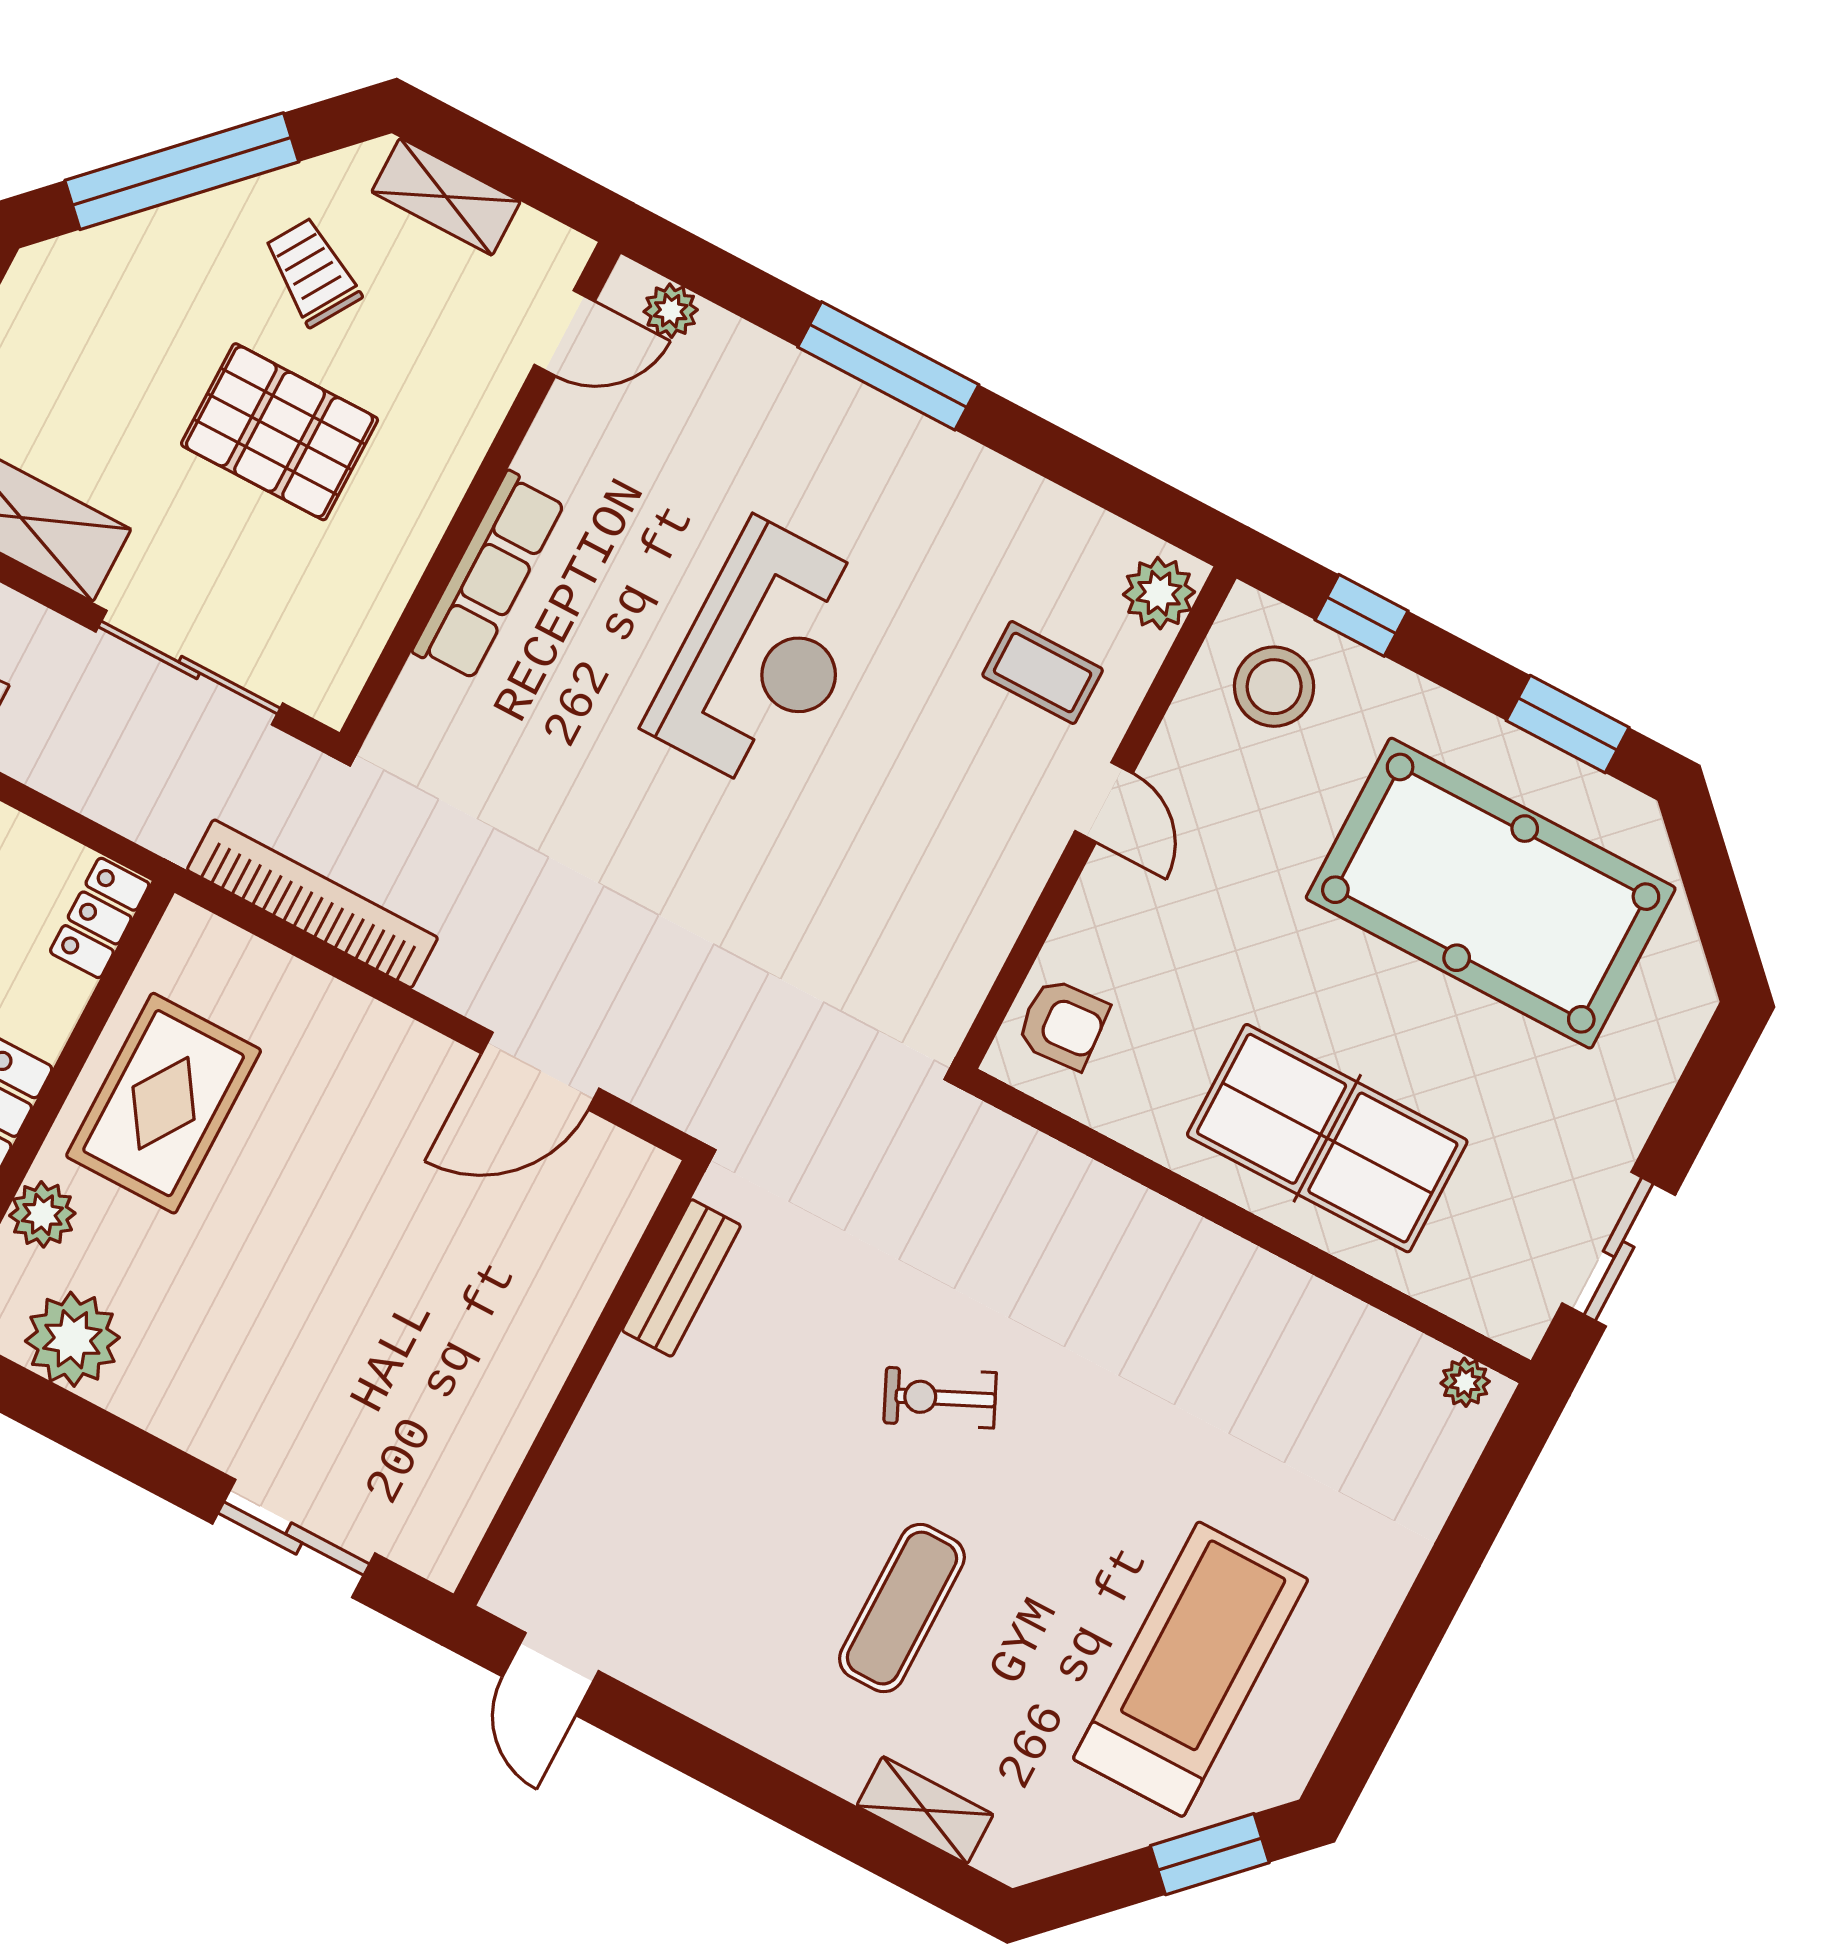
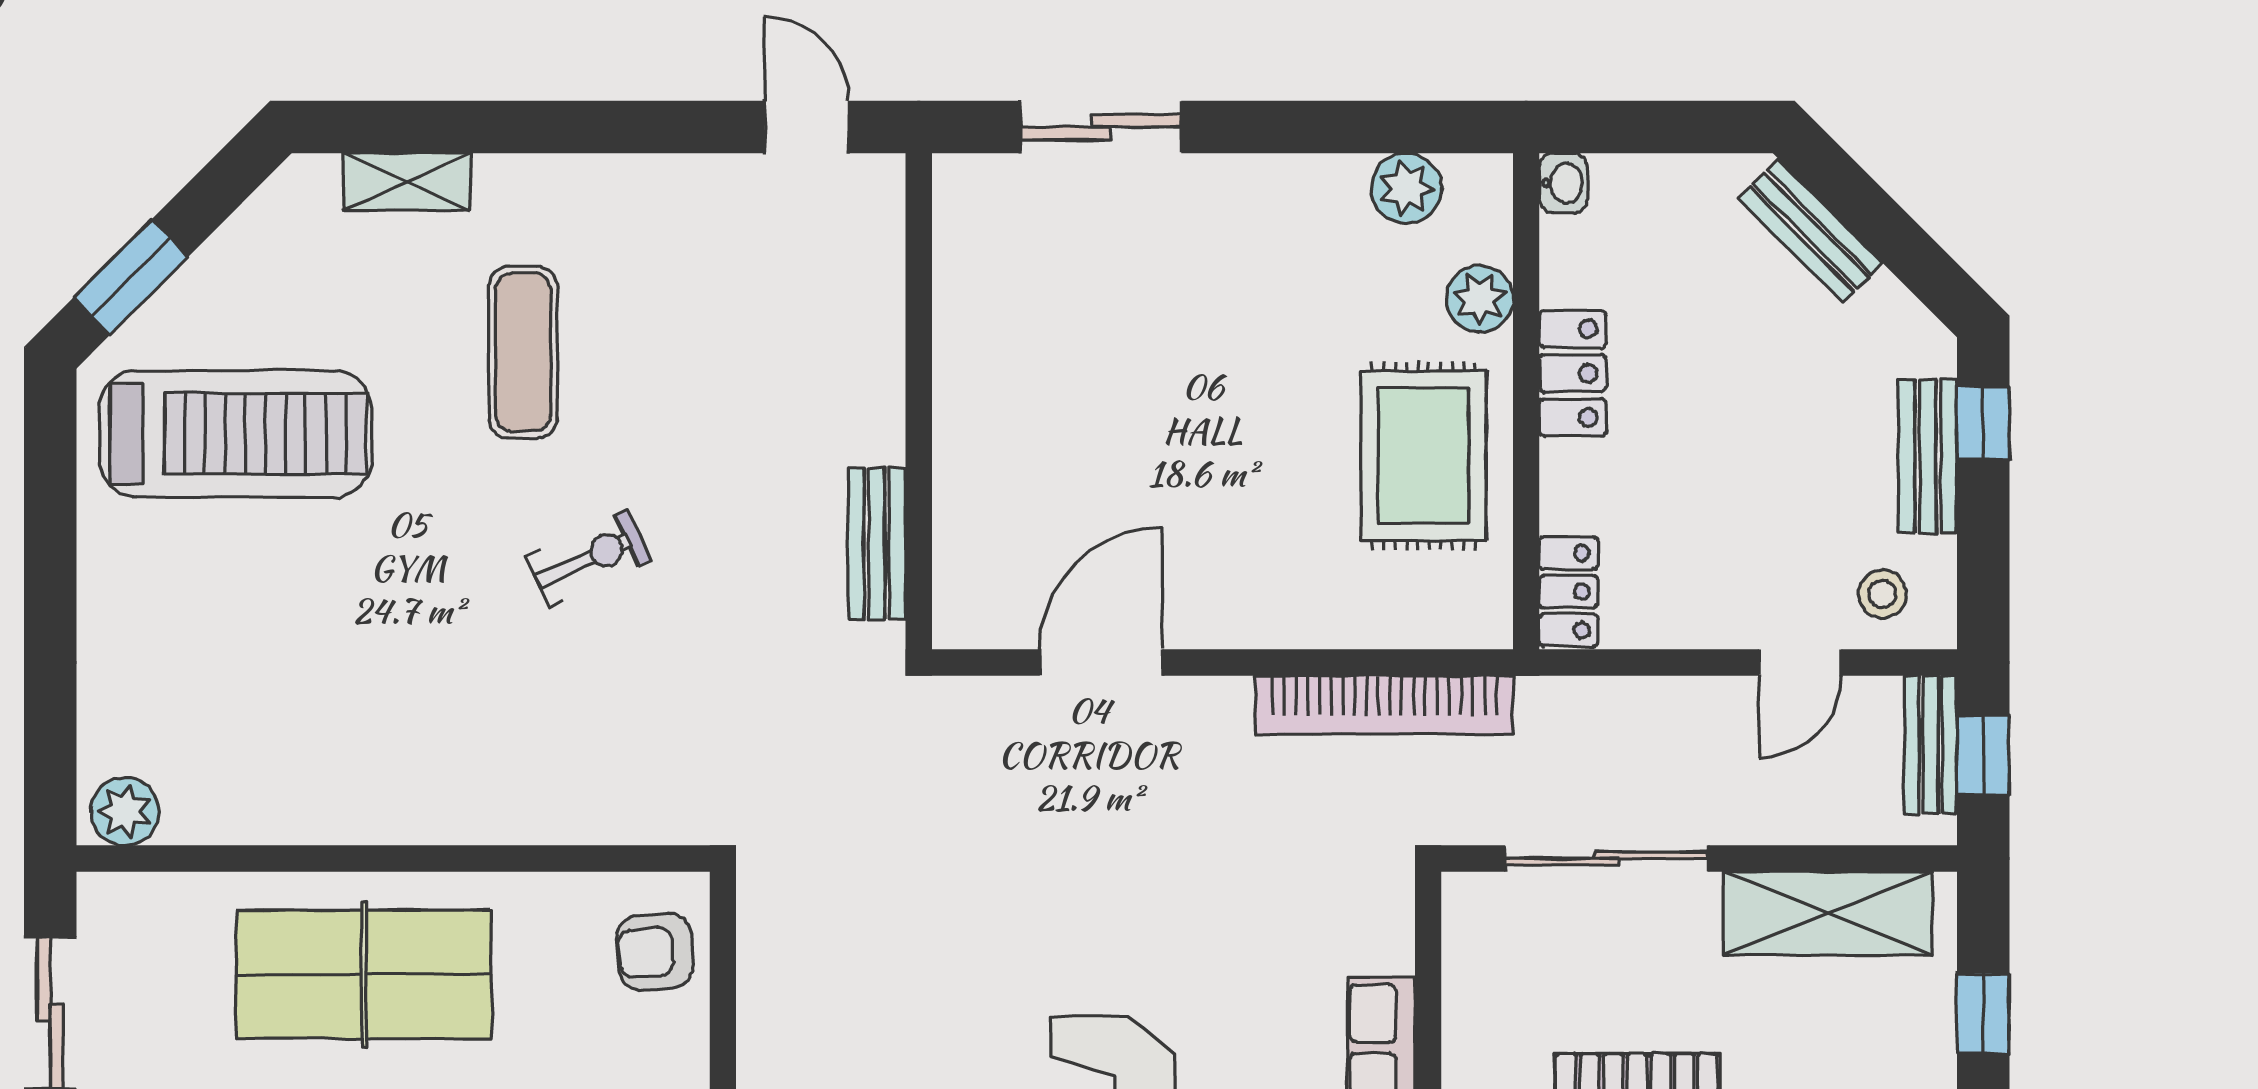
plant: (72, 1339) -> (1406, 188), width x0.73, depth x0.73
plant: (1465, 1382) -> (125, 811), width x1.38, depth x1.38
treadmill: (1191, 1669) -> (235, 434), turned -90

